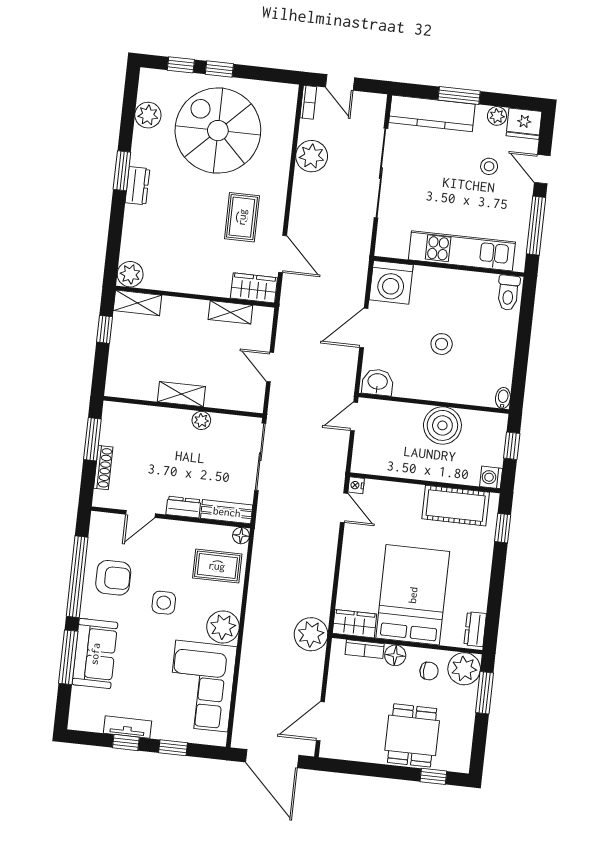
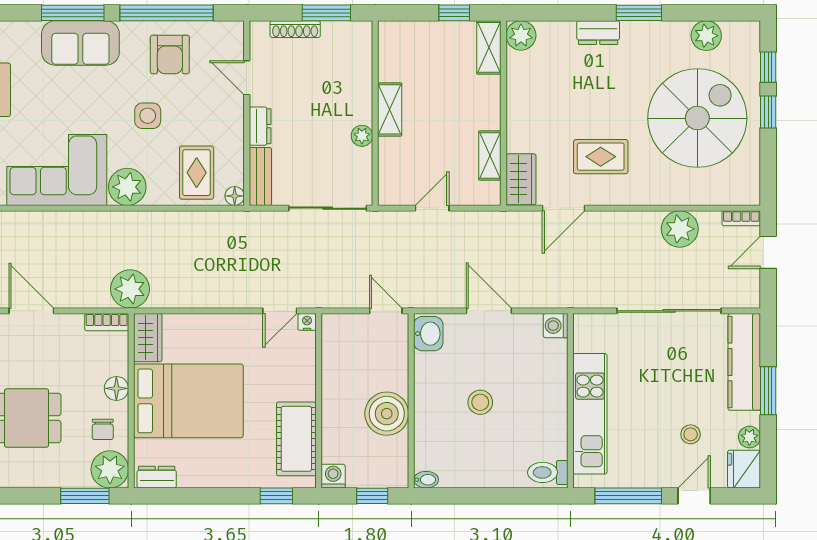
dresser: (137, 186) -> (598, 33), moved
washing machine: (391, 282) -> (556, 326), width x0.53, depth x0.53
bookcase: (365, 649) -> (107, 322), moved, turned -90

